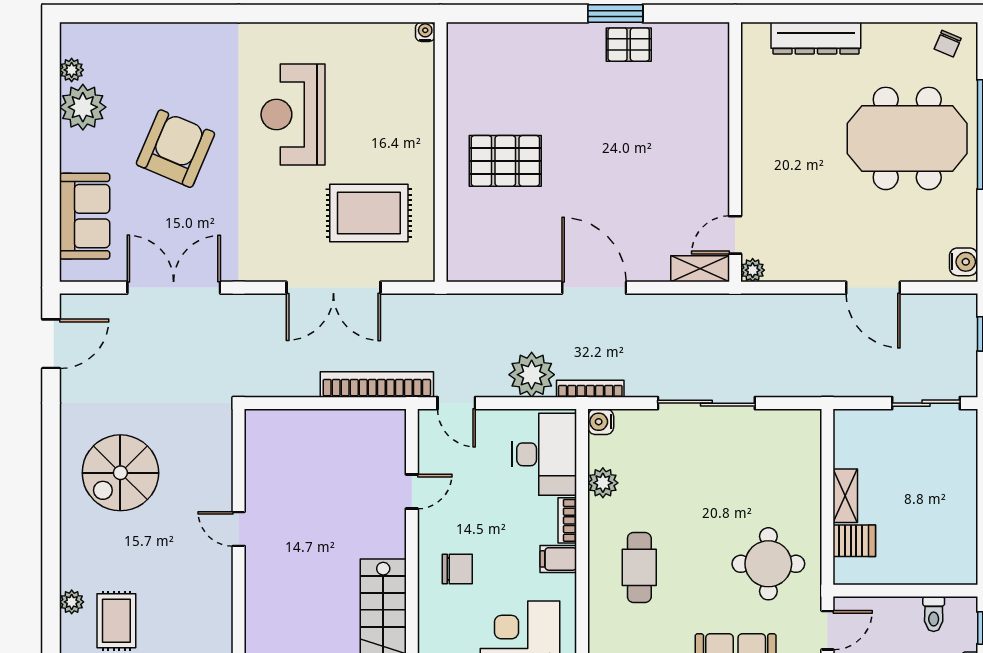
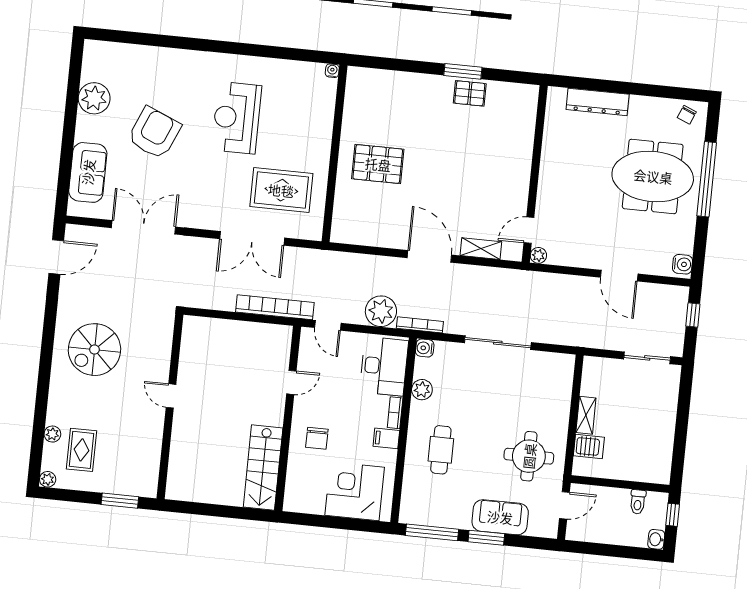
plant: (72, 70) -> (89, 72), removed
shelving: (700, 269) -> (481, 249), moved
chair: (457, 569) -> (317, 438), turned 90

